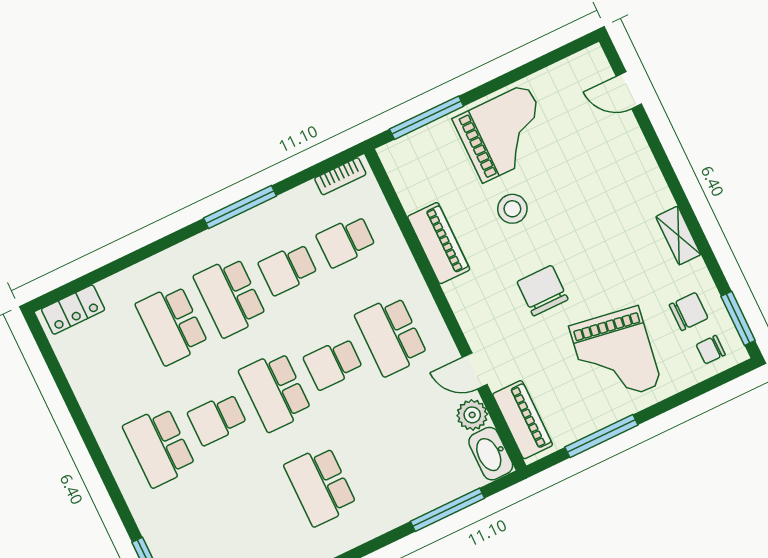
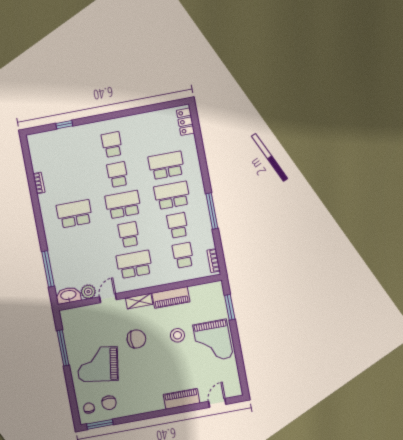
window: (427, 118) -> (230, 307), width x0.69
shelving: (678, 236) -> (139, 301), moved
piano: (523, 420) -> (182, 399), moved, turned 180
school desk: (159, 447) -> (112, 145), width x0.54

